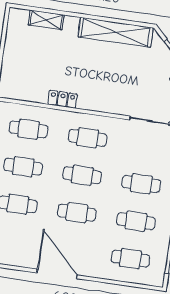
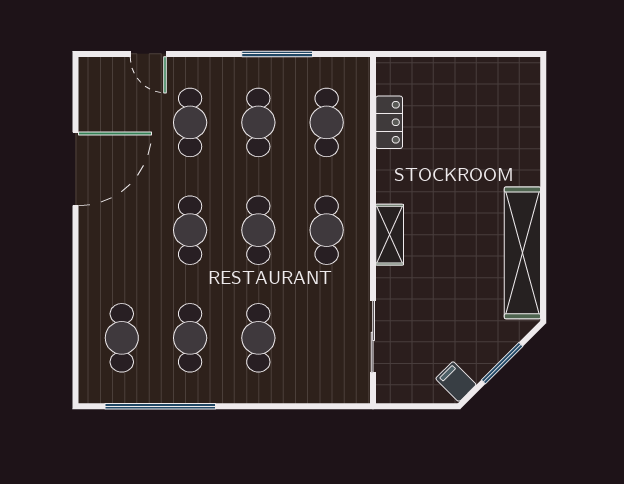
shelving: (46, 20) -> (390, 235), moved
locker: (63, 99) -> (389, 122), moved
door: (57, 274) -> (75, 169), moved

